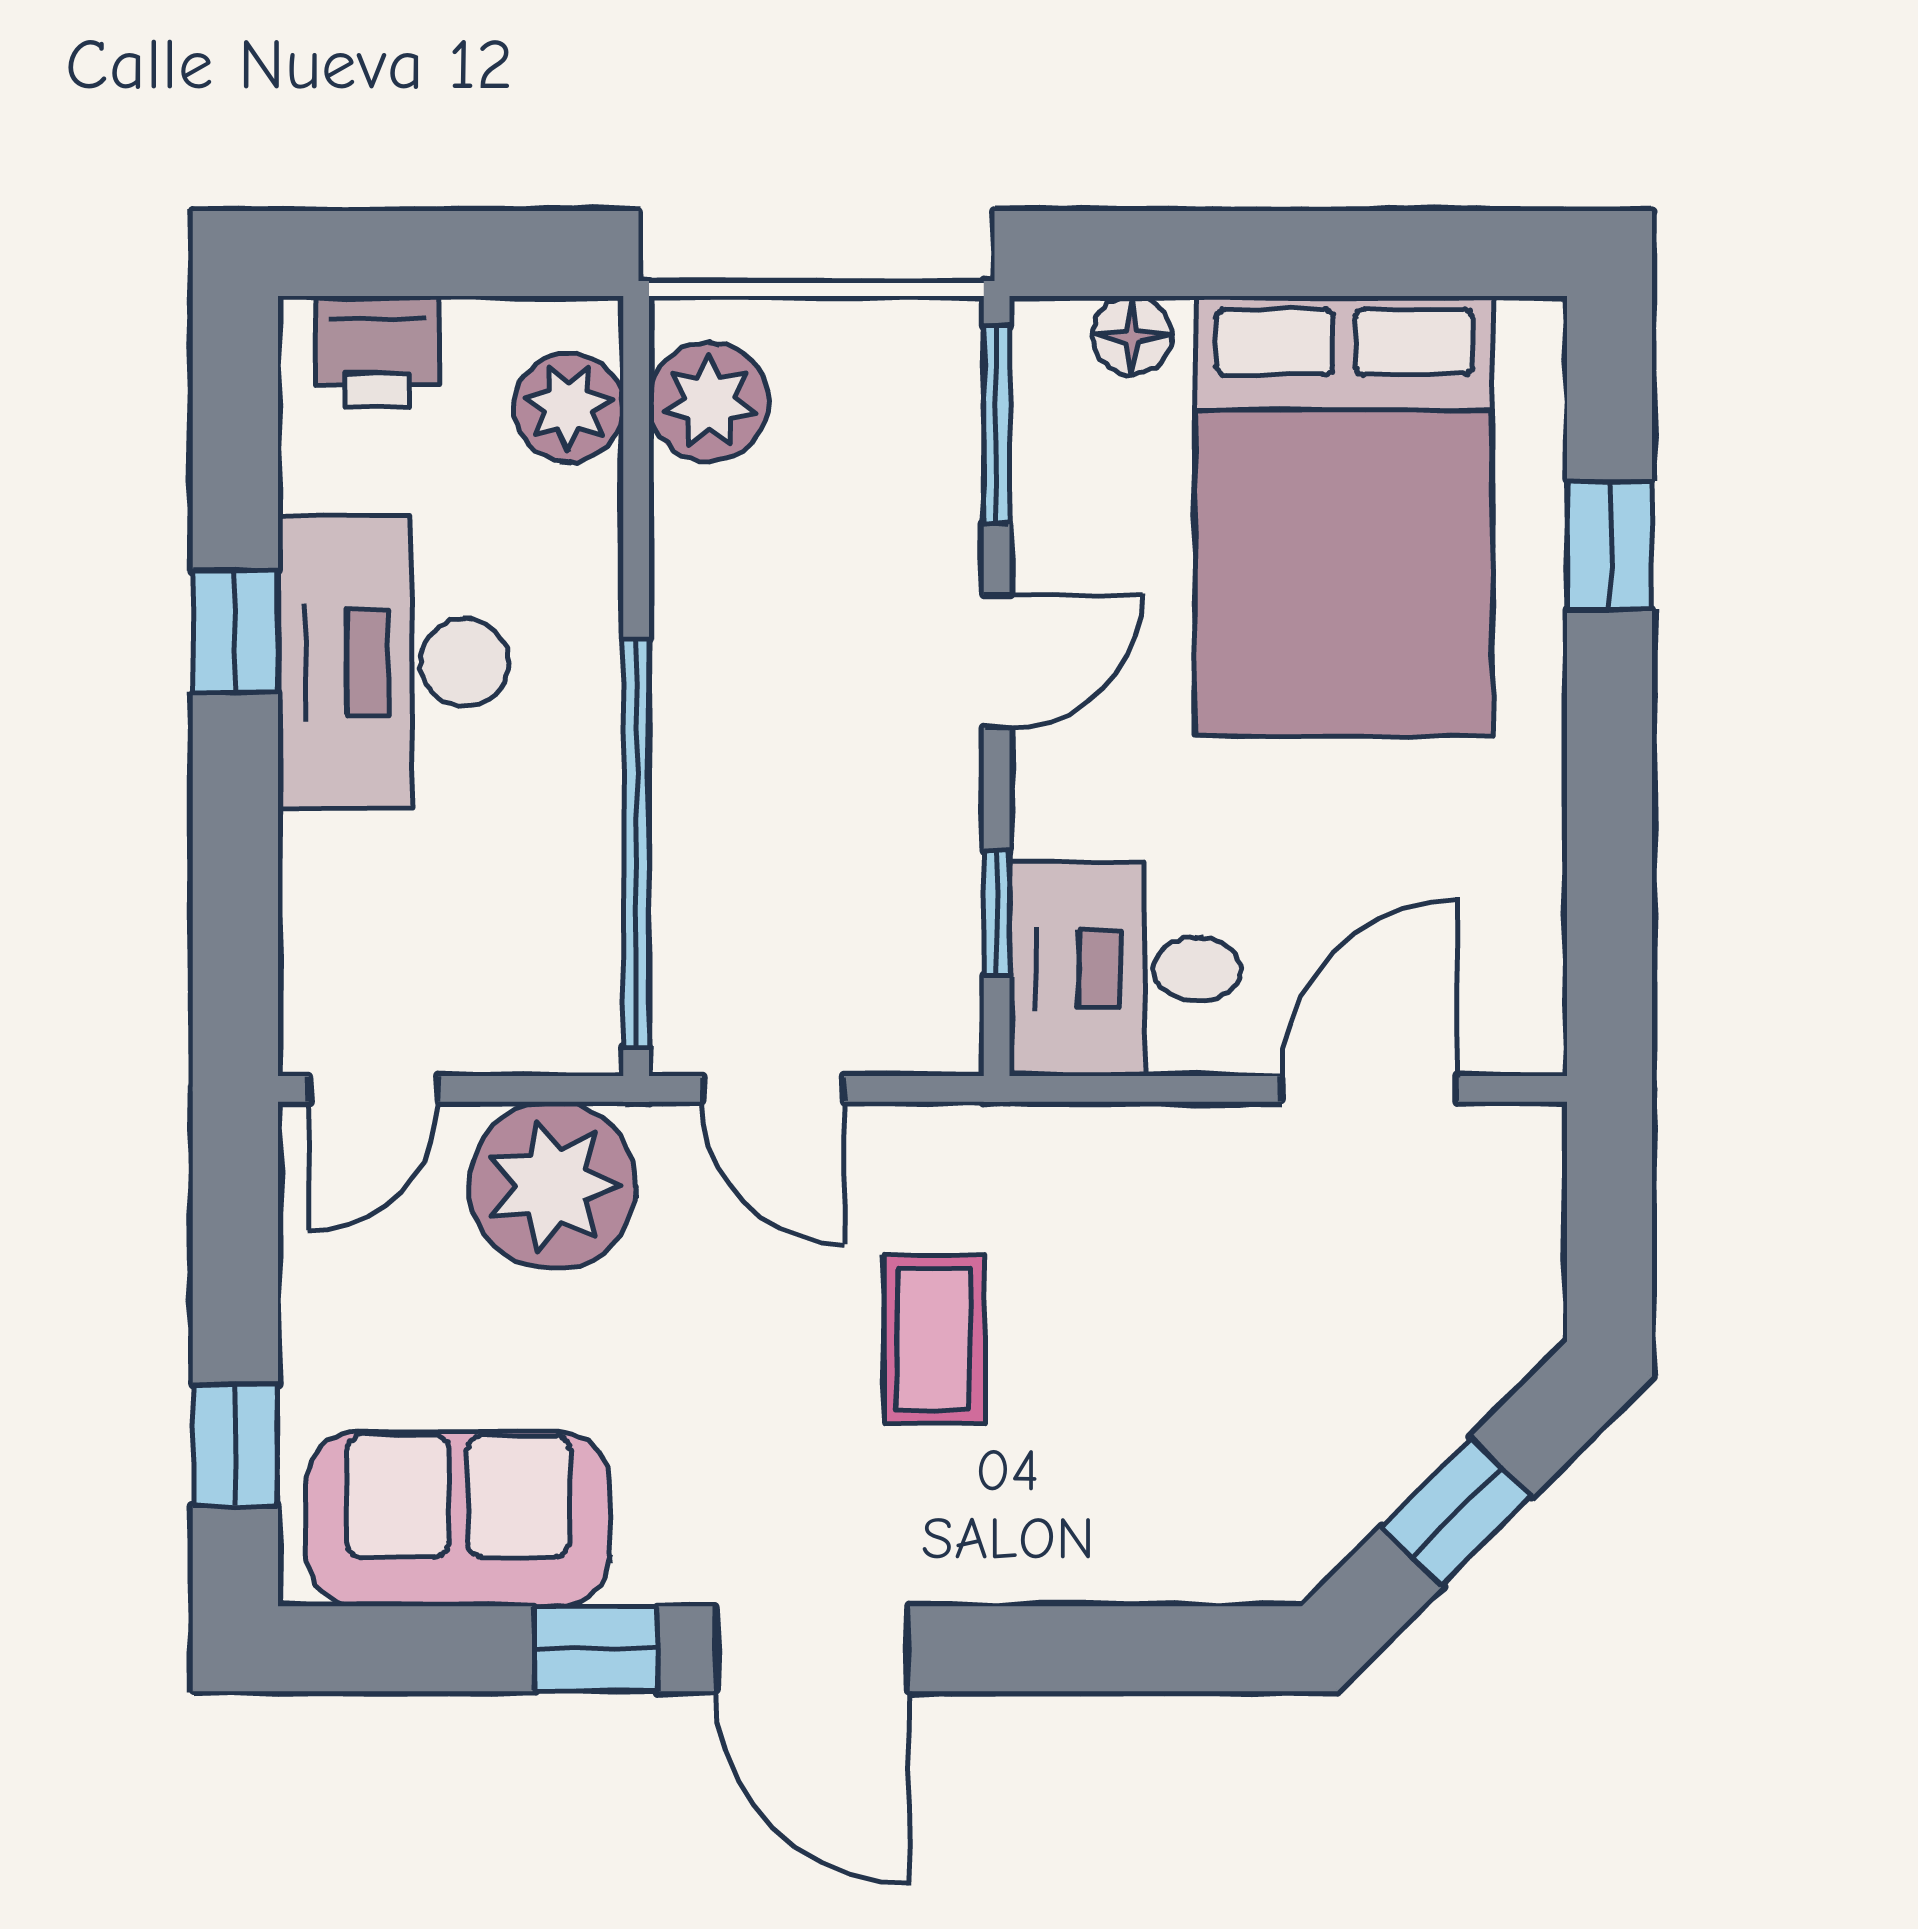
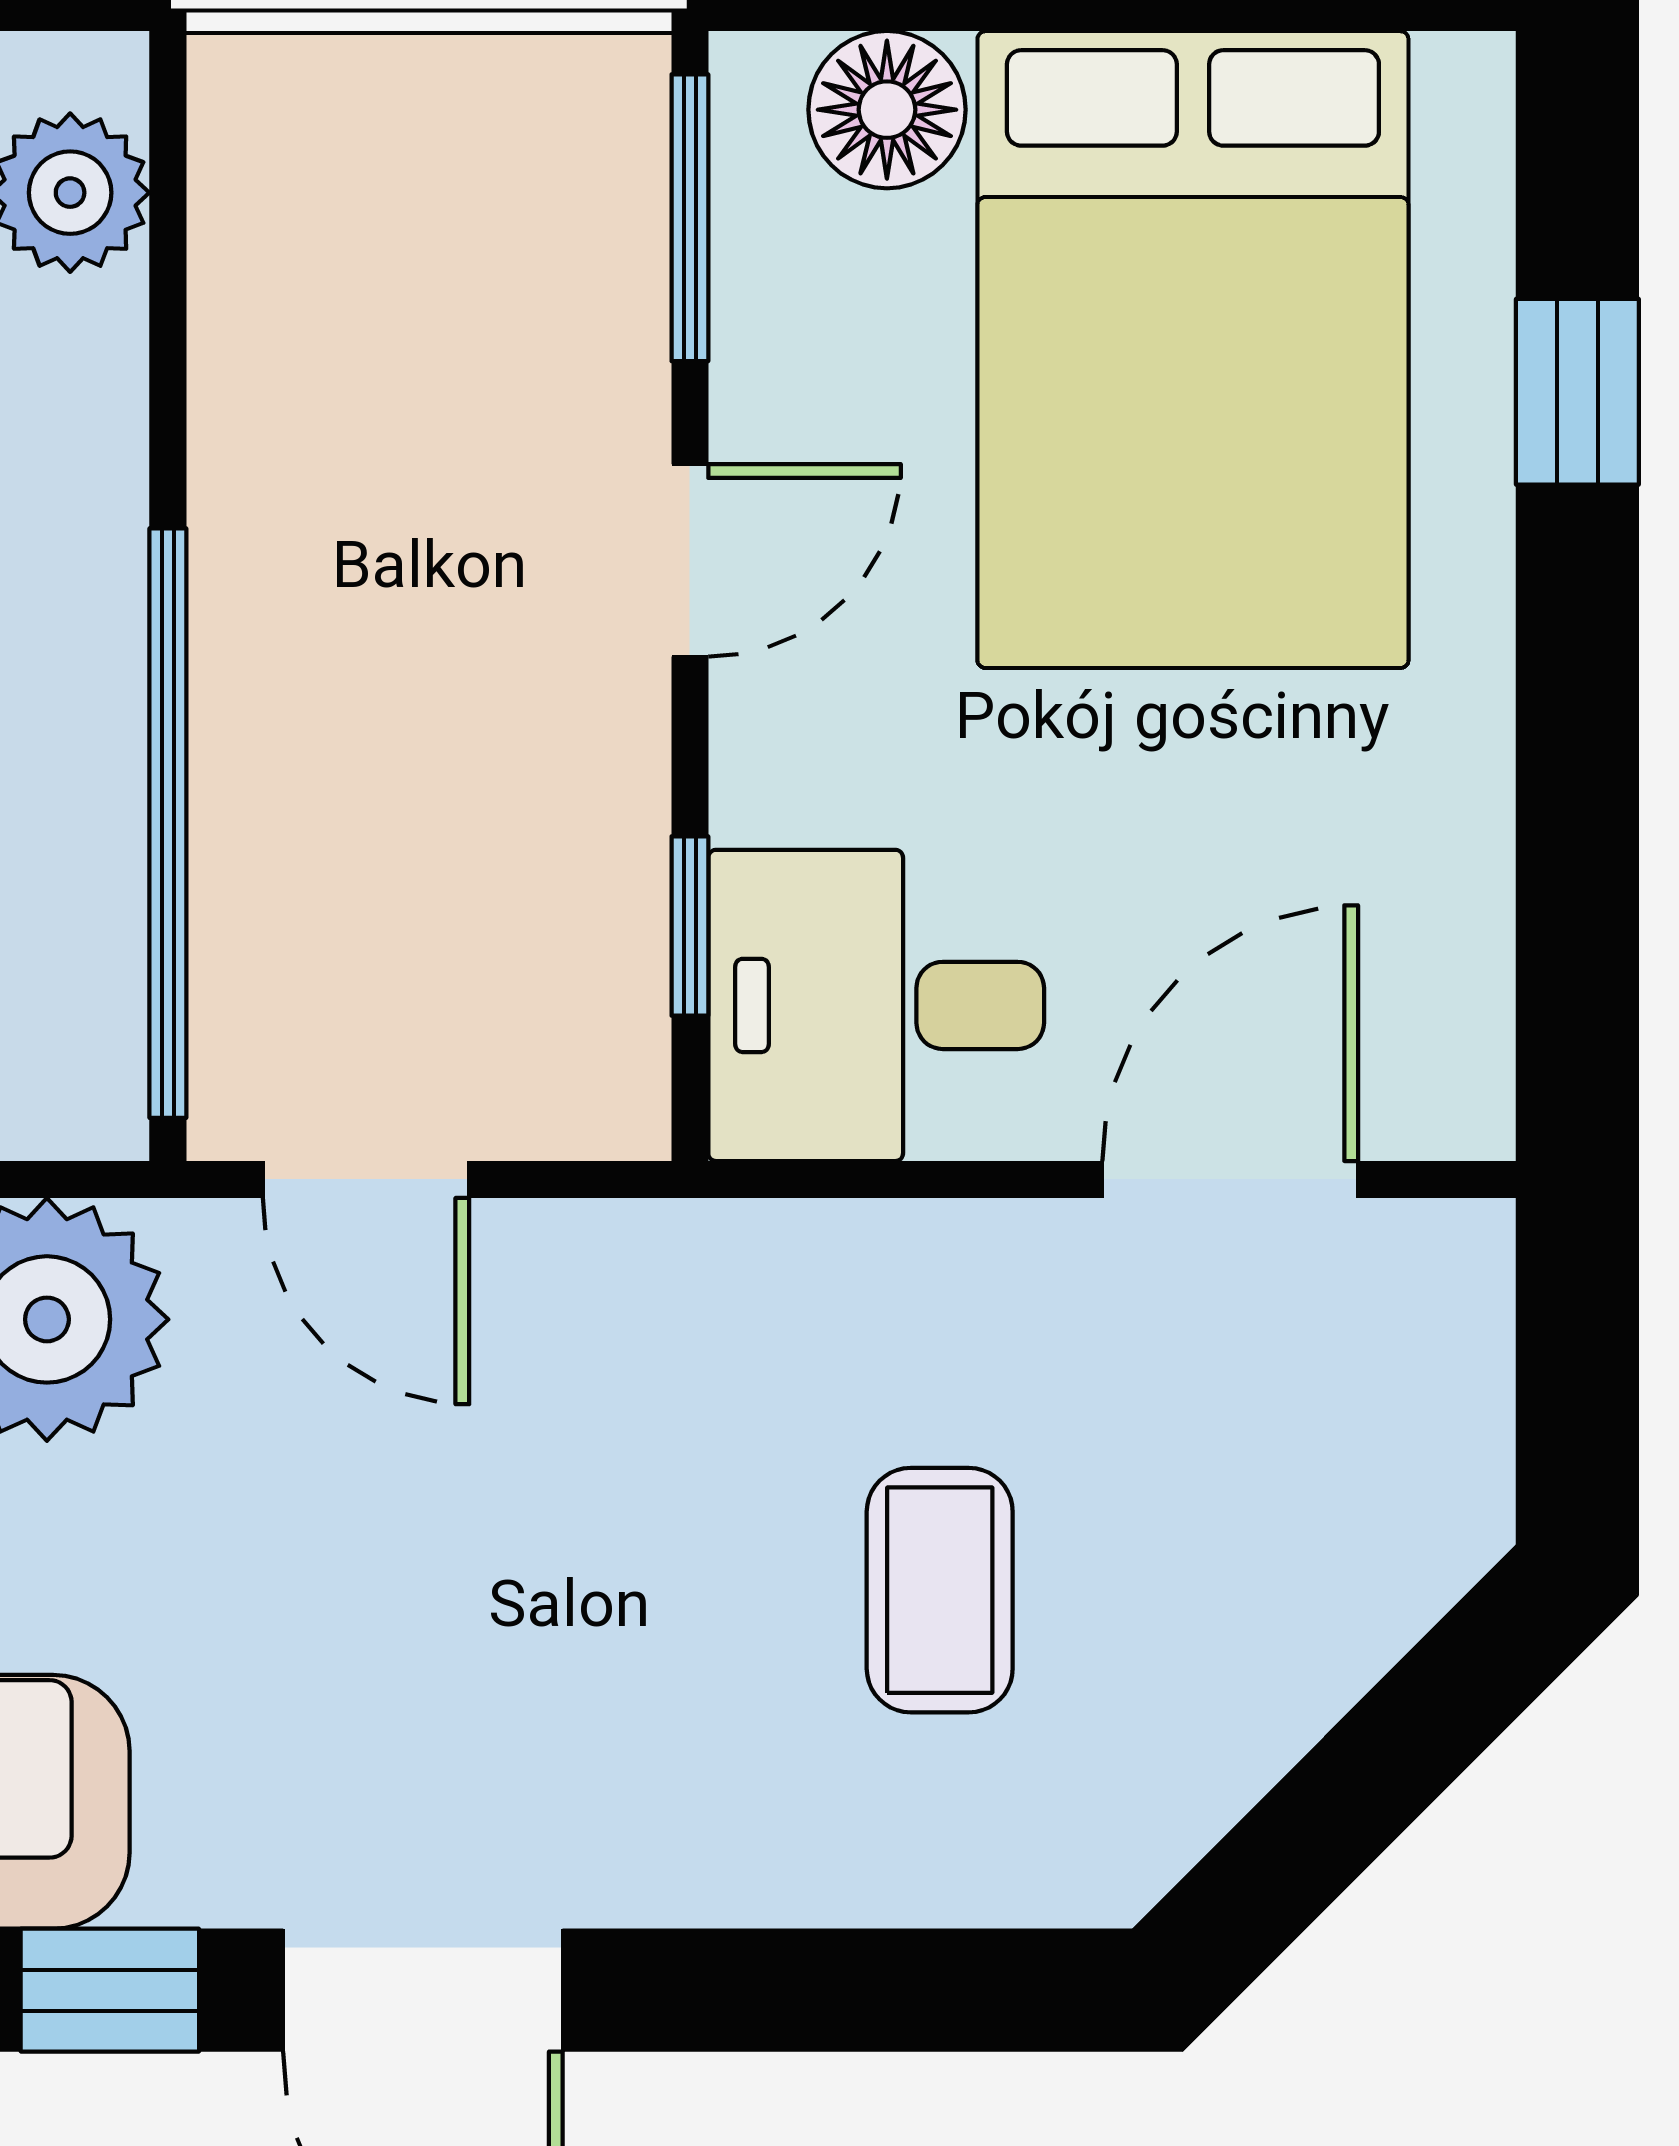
floor lamp: (1133, 335) -> (887, 110), width x1.37, depth x1.37
plant: (709, 402) -> (273, 185), removed
coffee table: (934, 1339) -> (940, 1590), moved
window: (1456, 1512) -> (1355, 1792), removed

